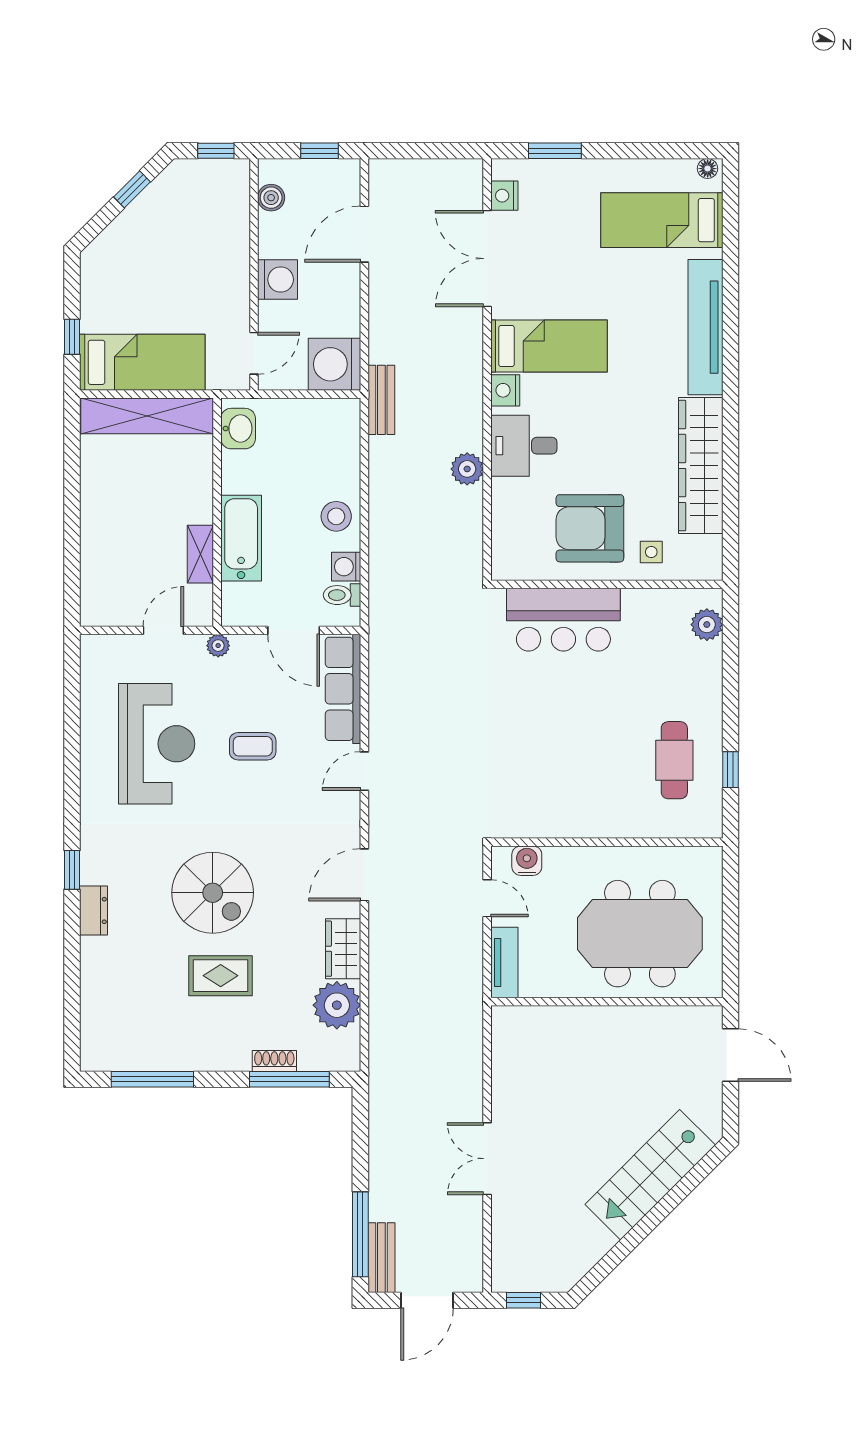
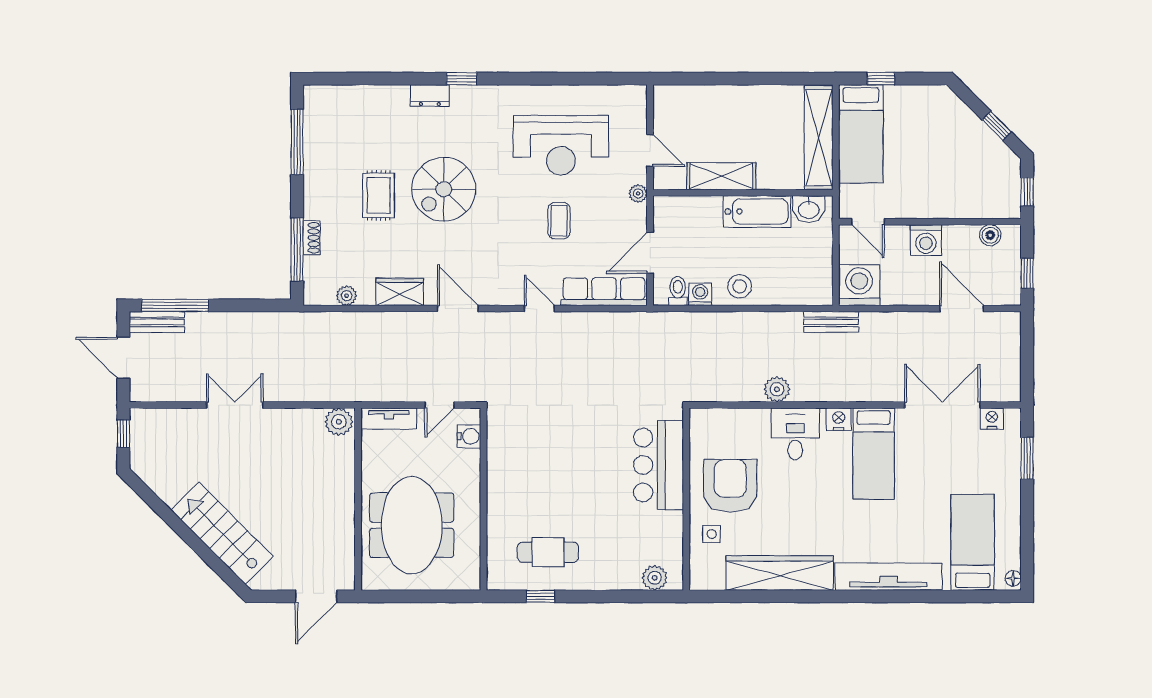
bathtub: (241, 538) -> (757, 212), moved
shelving: (200, 554) -> (721, 176), width x1.50, depth x1.33
plant: (337, 1005) -> (347, 296), width x0.53, depth x0.53
plant: (508, 1026) -> (339, 422), added

